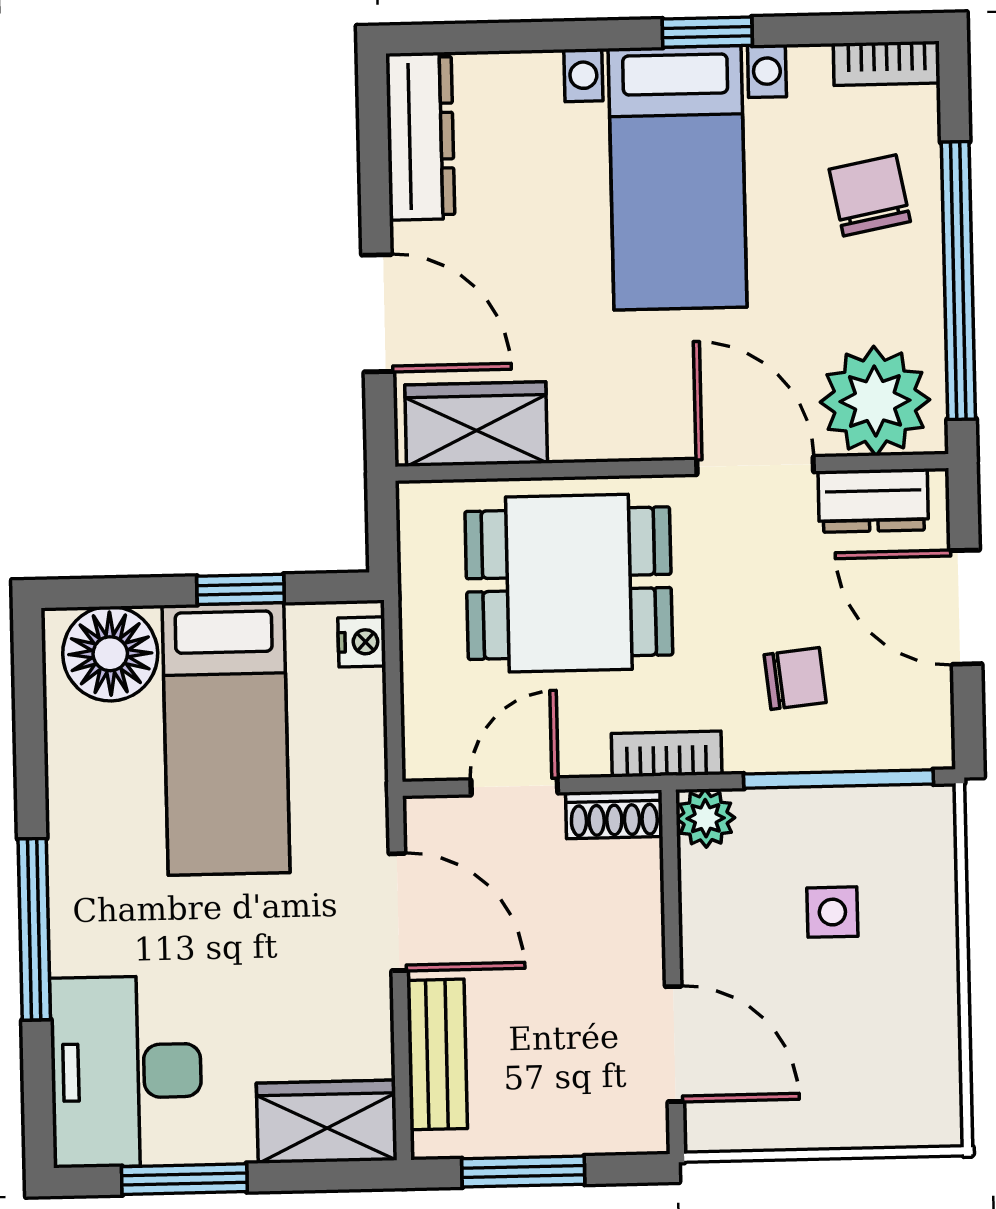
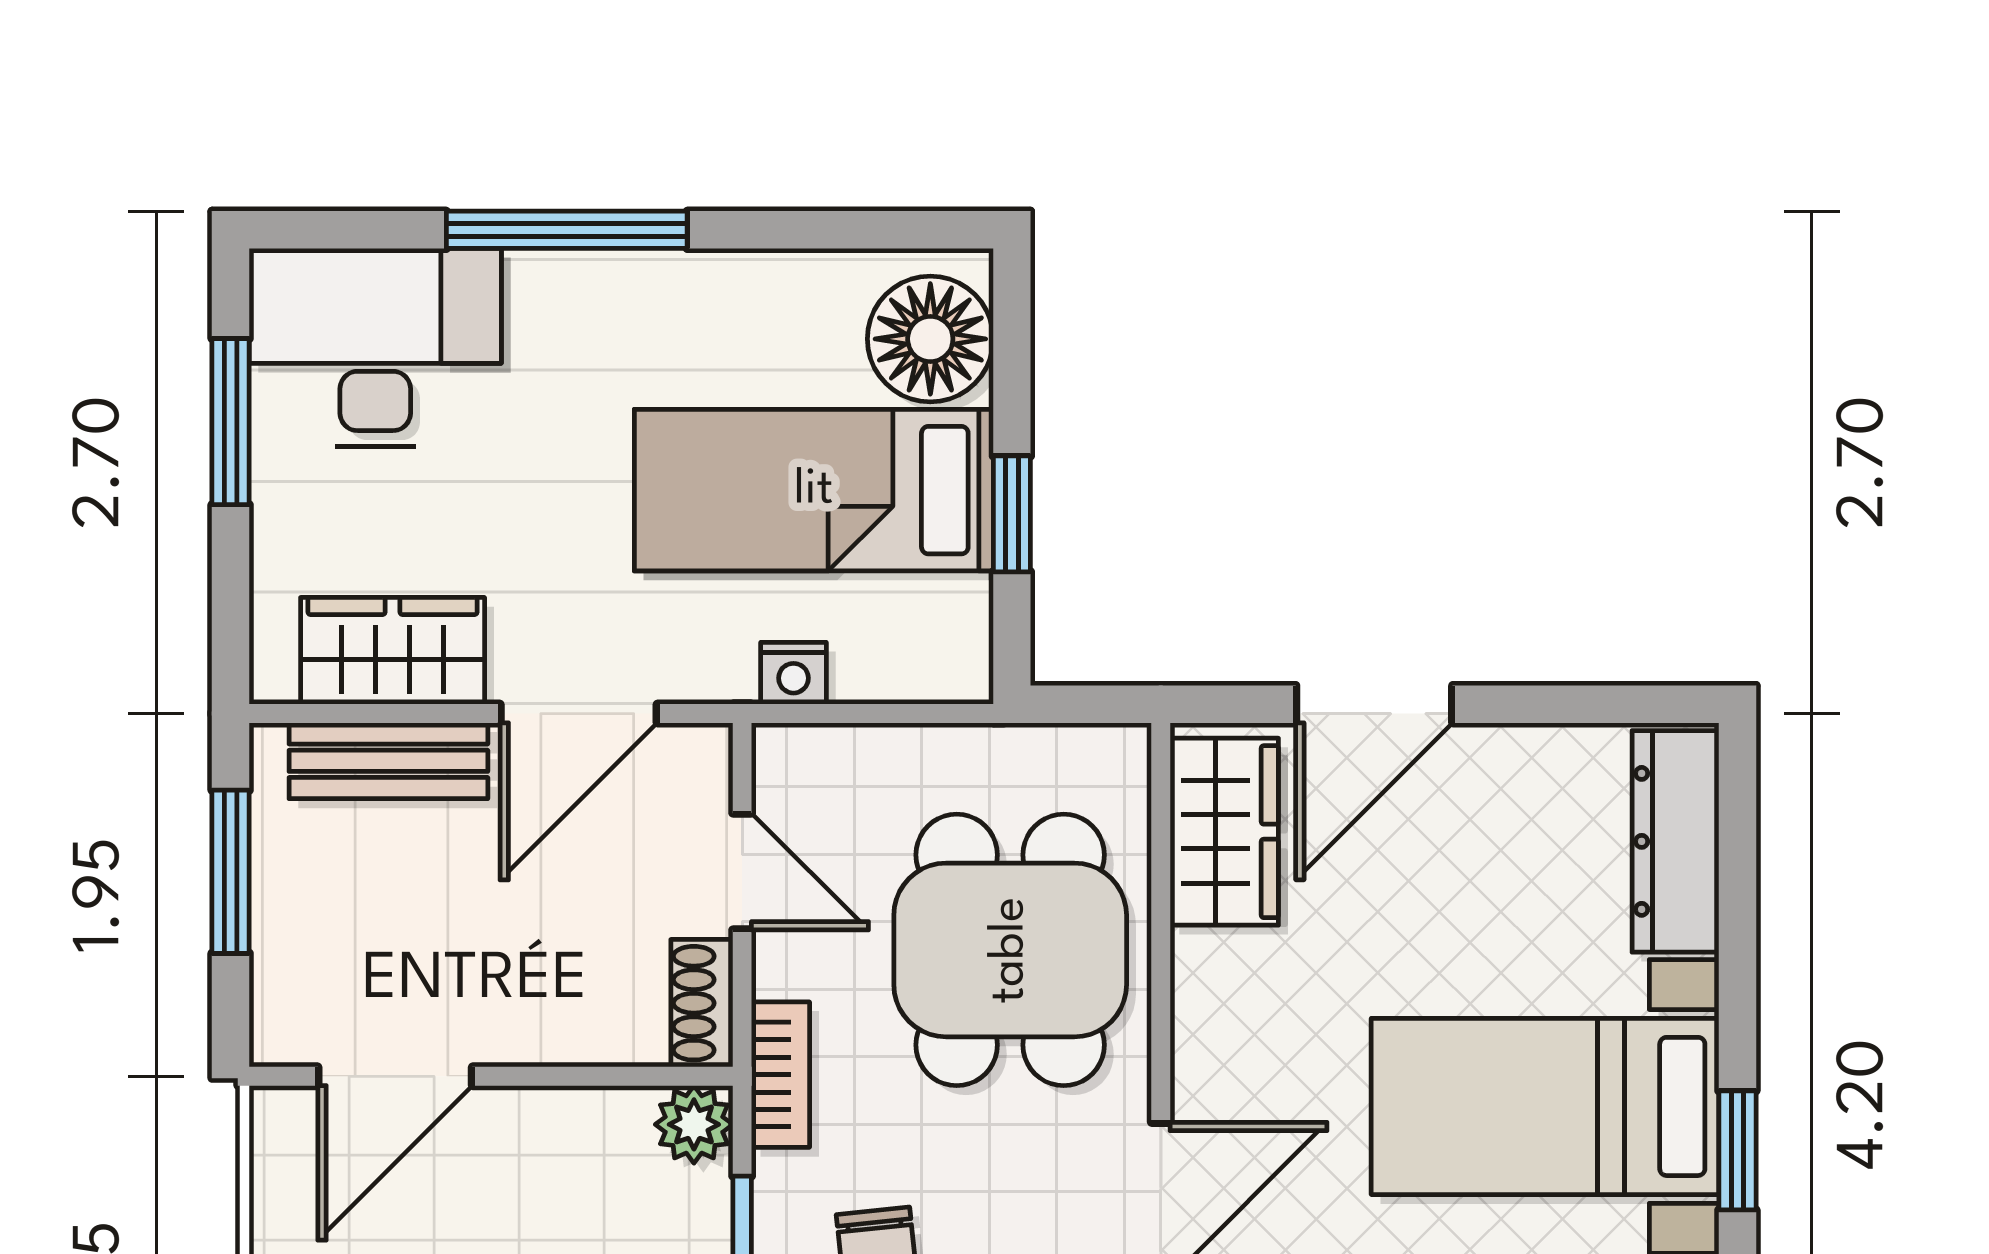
dresser: (420, 136) -> (1675, 841), moved, turned 90
nightstand: (362, 642) -> (793, 673), moved
wardrobe: (327, 1122) -> (393, 651), moved, turned -90

